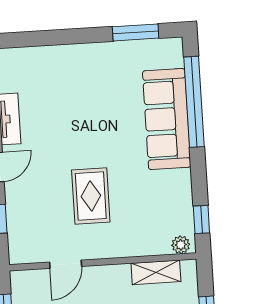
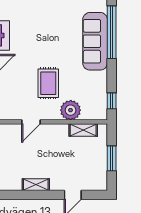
plant: (181, 245) -> (71, 110), moved, width x1.87, depth x1.87

